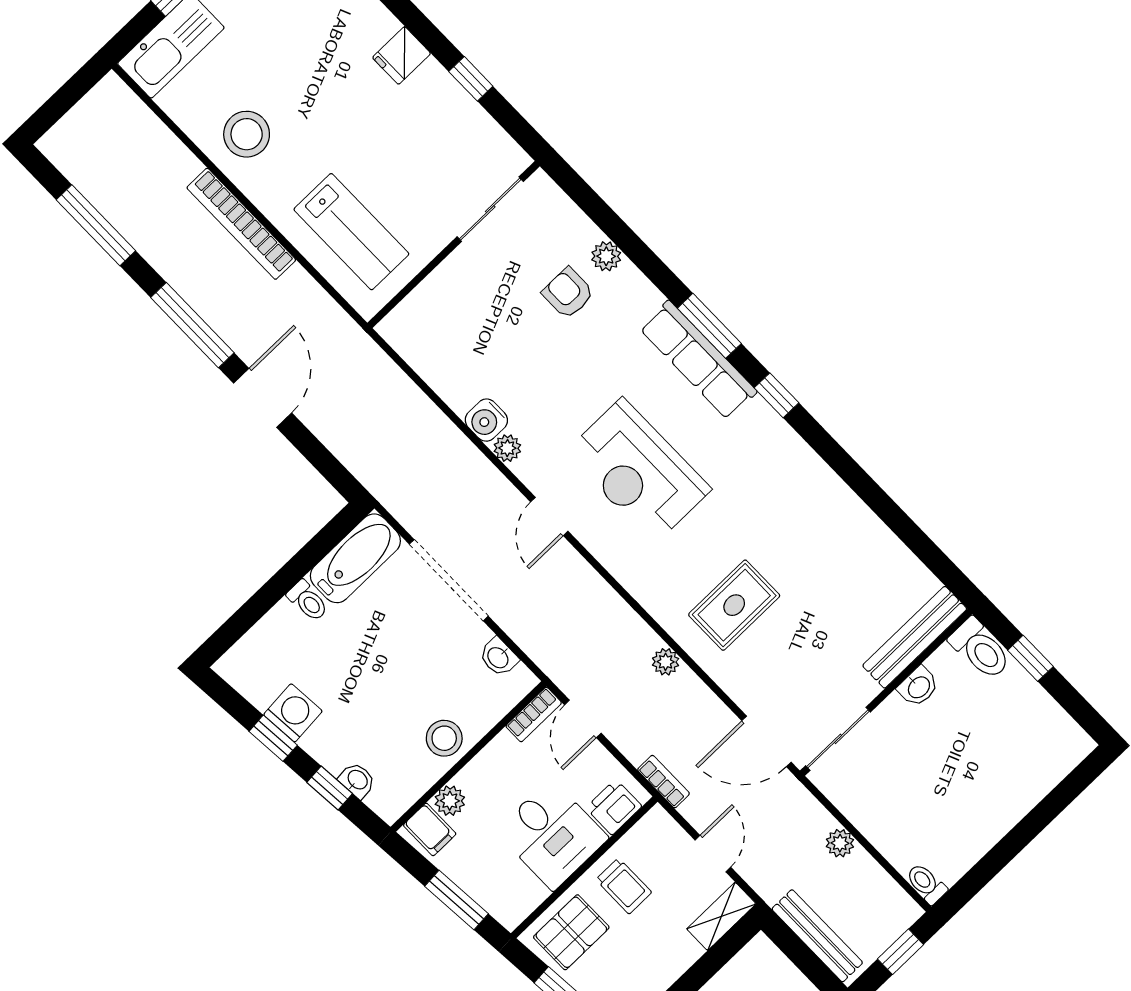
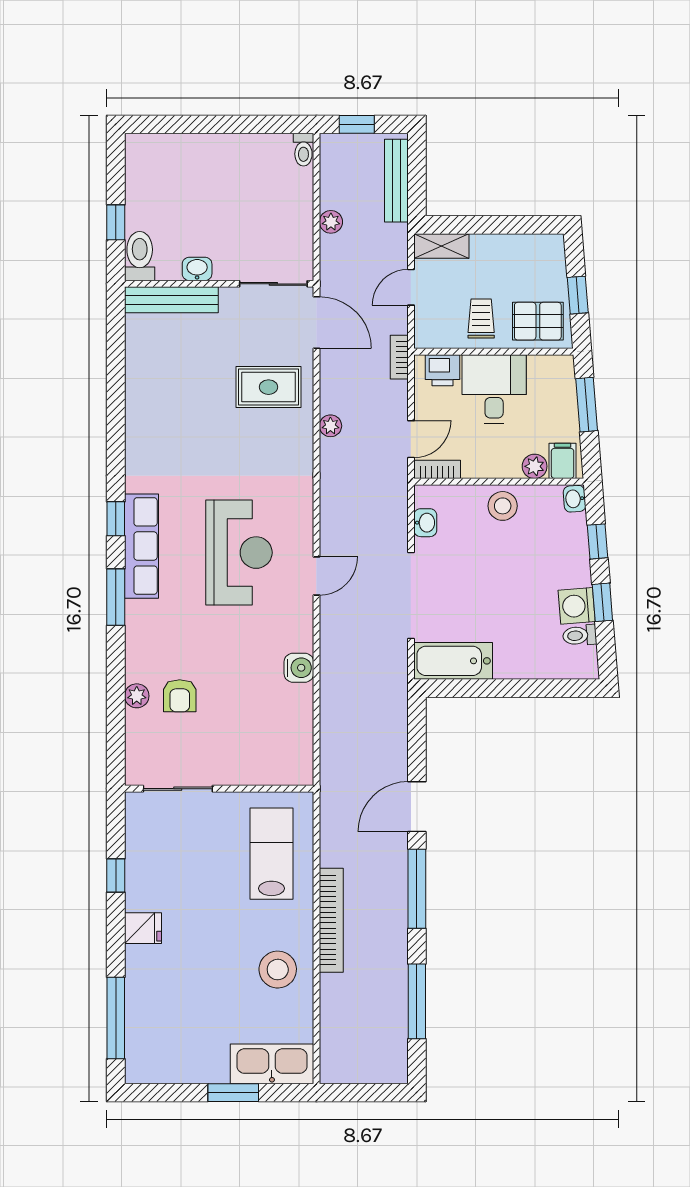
row of seats: (698, 360) -> (142, 546), moved
plant: (507, 448) -> (302, 640), removed
toilet: (308, 601) -> (580, 635), moved, turned -95
rug: (734, 605) -> (268, 387), moved
washbasin: (357, 780) -> (575, 499), moved

